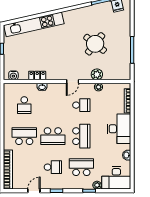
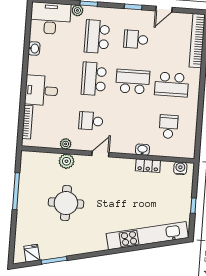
round table: (95, 44) -> (66, 203), turned -38
desk: (119, 129) -> (41, 90), width x0.73
school desk: (81, 167) -> (97, 37), turned 90

